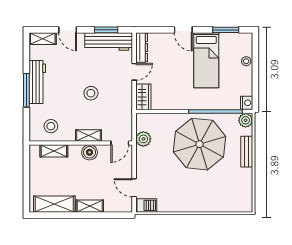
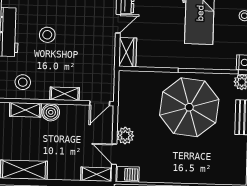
stool: (91, 93) -> (47, 35), moved
plant: (143, 139) -> (125, 136), moved
boiler: (90, 152) -> (51, 112), moved
shelving: (90, 206) -> (96, 174), moved

